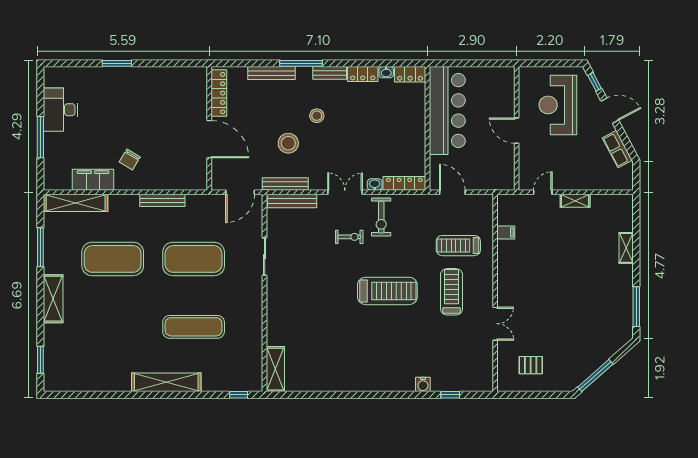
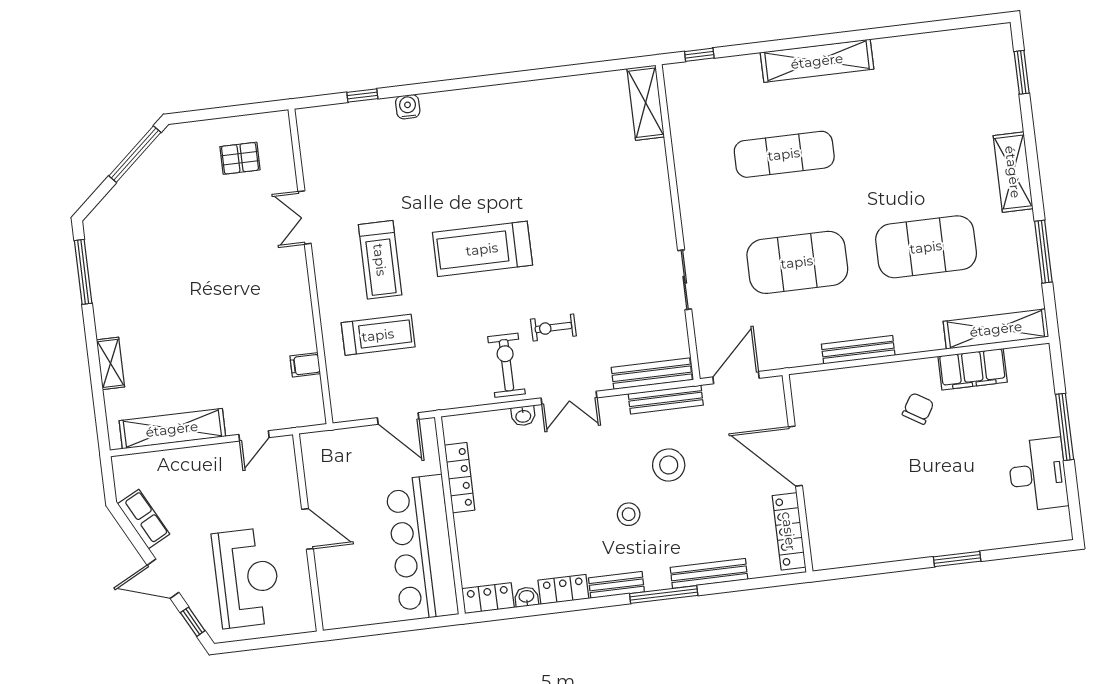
locker: (404, 183) -> (460, 478), moved, turned -90
shelving: (575, 201) -> (172, 429), width x2.20, depth x1.33

